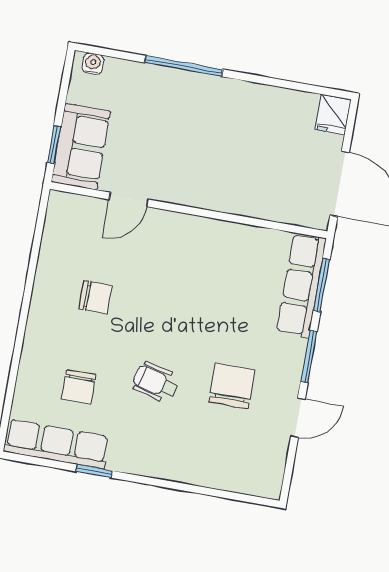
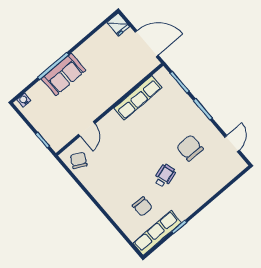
sofa: (81, 147) -> (64, 74), moved, turned 90
row of seats: (301, 285) -> (138, 98), moved, turned -90
chair: (96, 297) -> (79, 160), moved, turned -62
wheelchair: (156, 382) -> (165, 176), turned 149
door: (298, 418) -> (232, 144), moved

